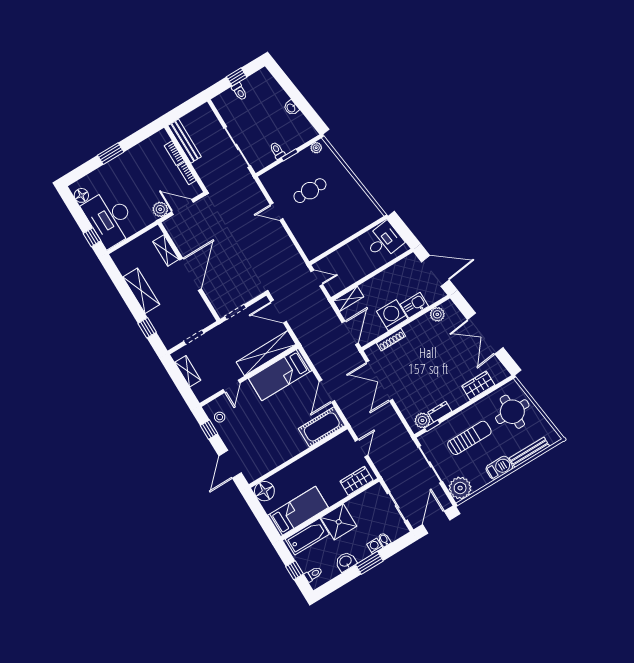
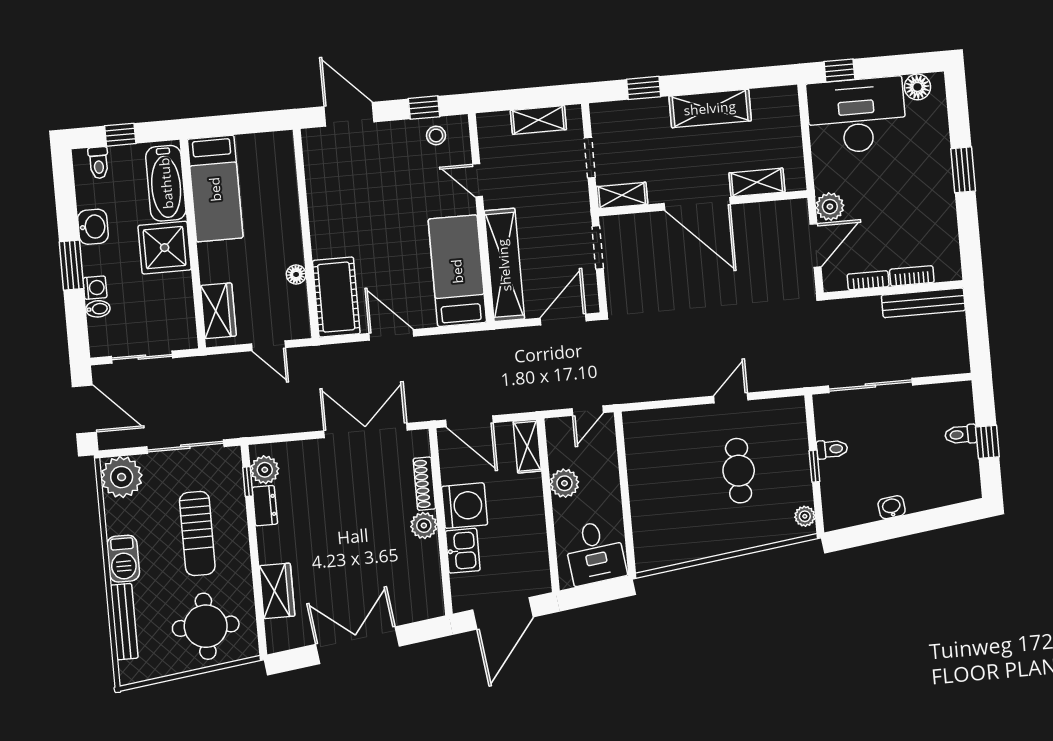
plant: (358, 272) -> (564, 483), added
shelving: (204, 313) -> (622, 195), added
plant: (437, 314) -> (424, 525), moved
floor lamp: (264, 491) -> (296, 274), moved, width x0.53, depth x0.53

